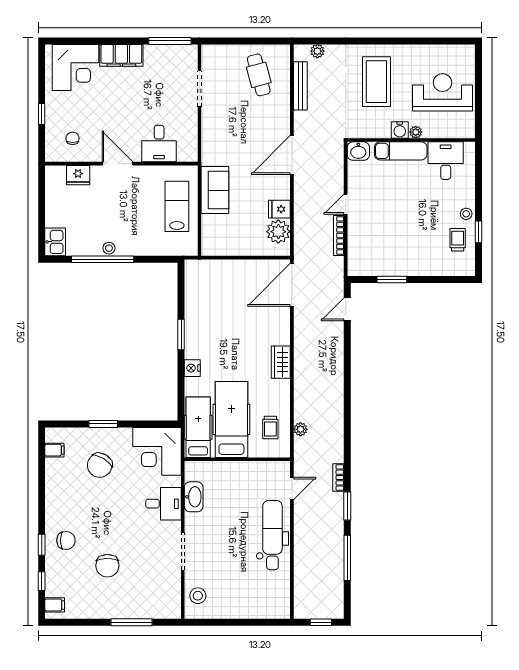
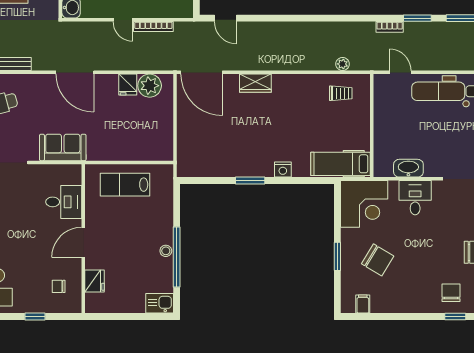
sofa: (215, 190) -> (63, 147), moved
wardrobe: (281, 362) -> (255, 83), moved
hospital bed: (231, 419) -> (333, 131), removed

